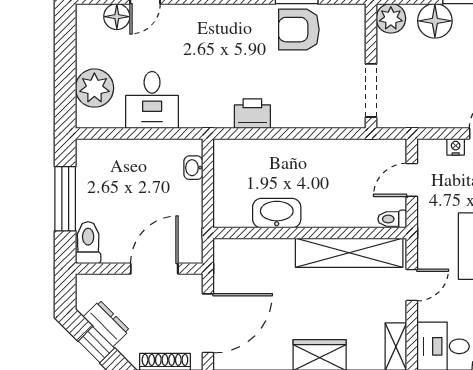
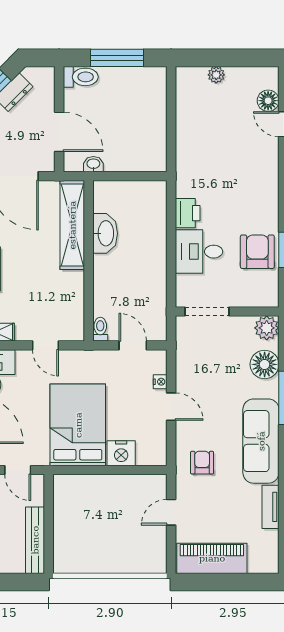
plant: (94, 88) -> (216, 75), width x0.53, depth x0.53
desk: (152, 100) -> (199, 252), moved
washbasin: (193, 168) -> (93, 164), moved
shelving: (349, 253) -> (72, 225), moved

